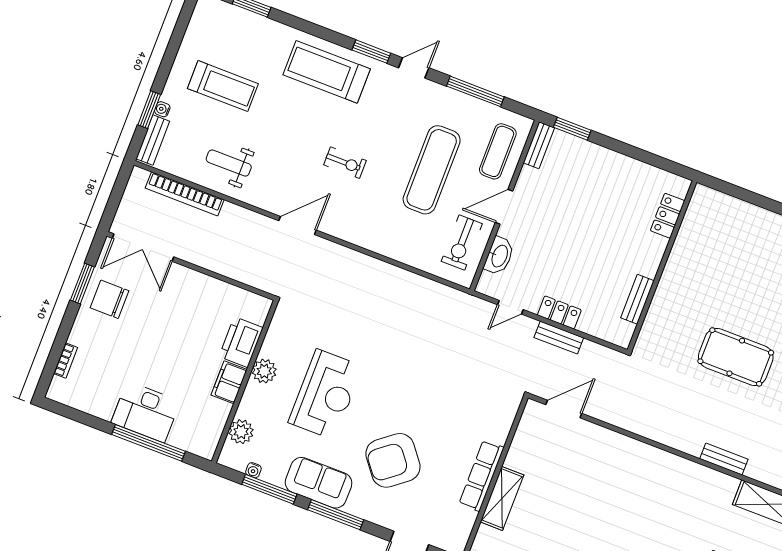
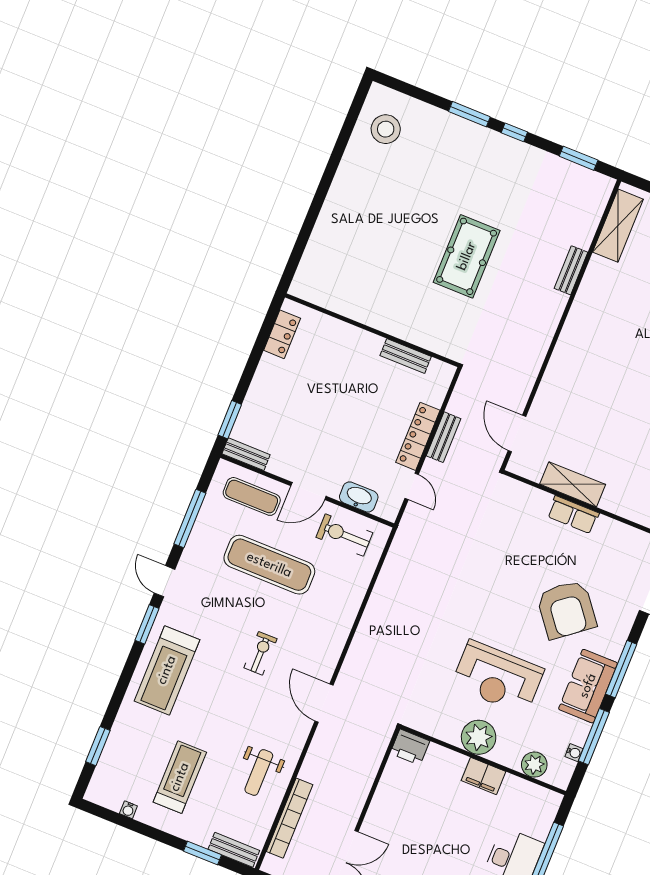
water cooler: (162, 109) -> (128, 810), moved
door: (504, 207) -> (308, 491), hinge flipped
locker: (668, 216) -> (282, 334), moved, turned -90
exercise bike: (462, 243) -> (344, 535), turned 180
locker: (559, 312) -> (418, 436), width x1.53
printer: (241, 342) -> (410, 747), moved, width x0.73, depth x0.84
plant: (264, 371) -> (479, 737), width x1.36, depth x1.36
reception desk: (325, 394) -> (498, 678), turned 180
row of seats: (481, 476) -> (573, 515), width x0.68
shelving: (502, 498) -> (573, 484), moved

